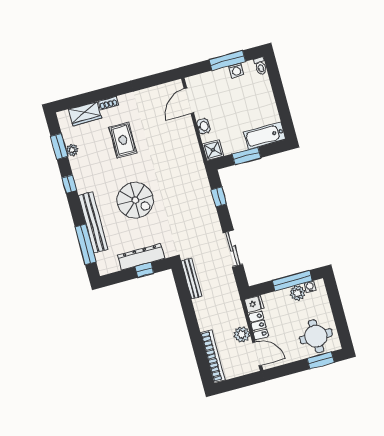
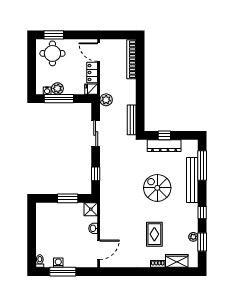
bathtub: (265, 136) -> (50, 209), removed
plant: (242, 334) -> (106, 100), moved

